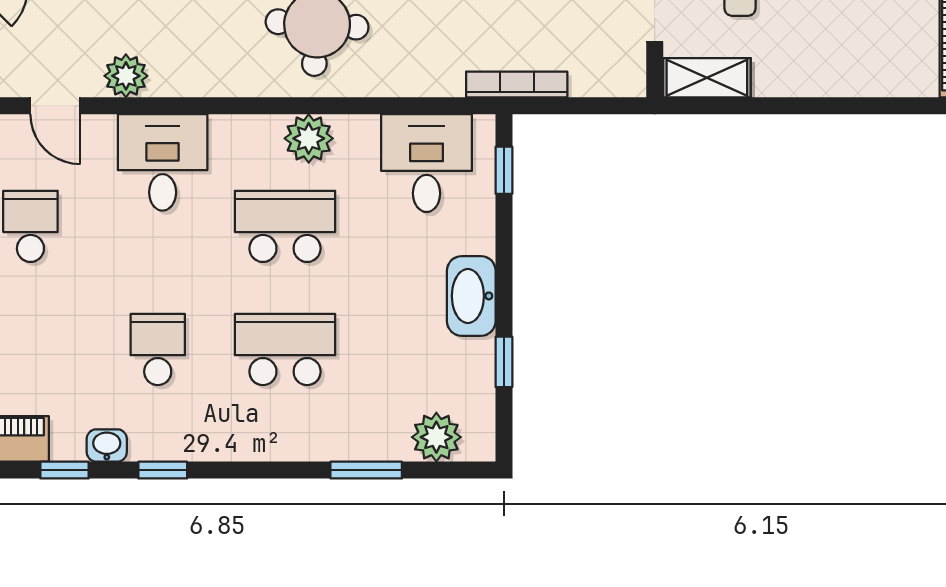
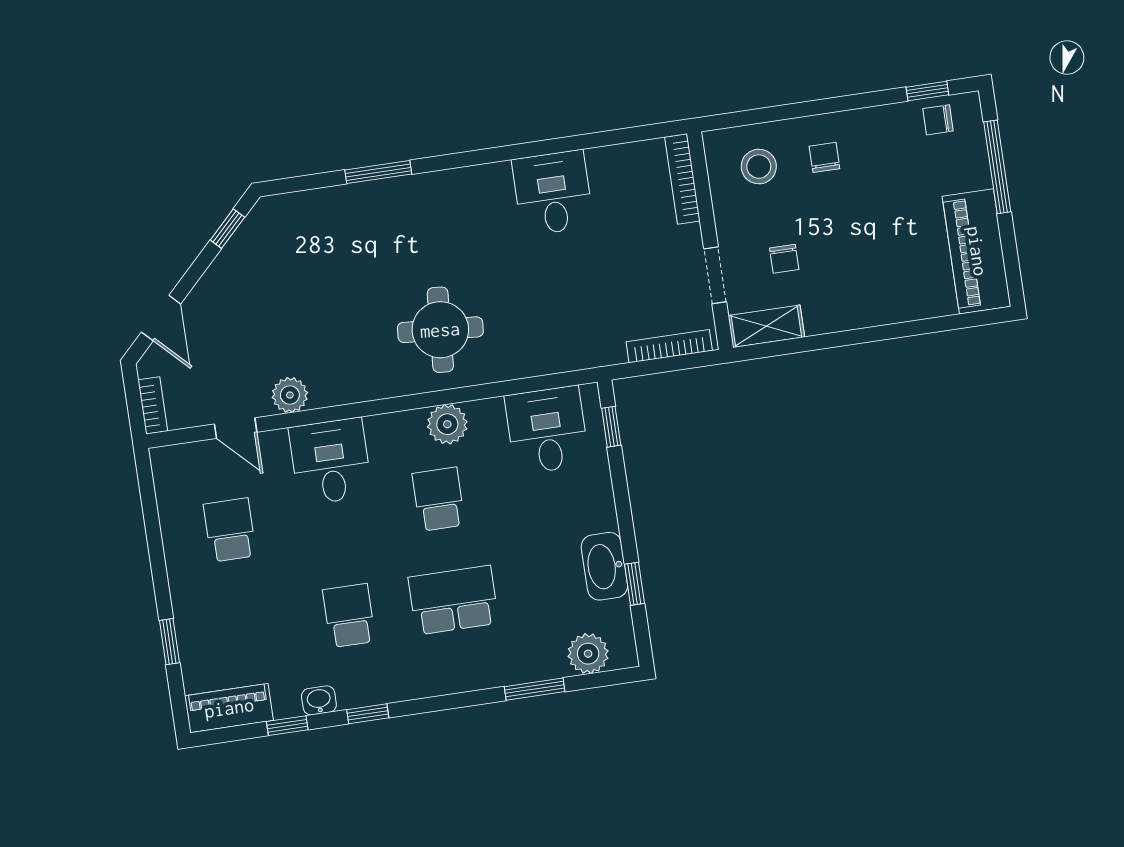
bookcase: (517, 84) -> (669, 346), moved
school desk: (285, 226) -> (439, 499), width x0.54
washbasin: (471, 296) -> (604, 566), moved

